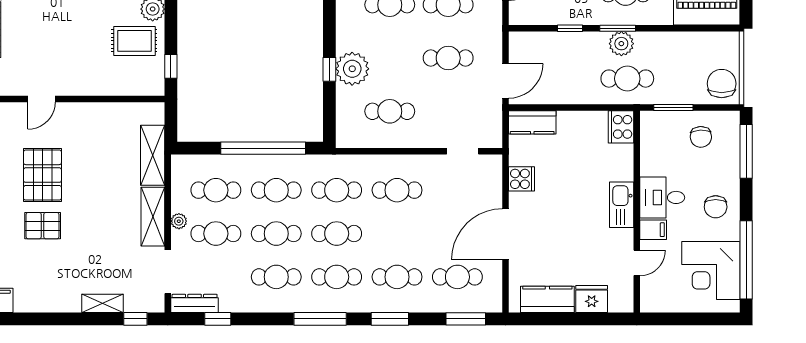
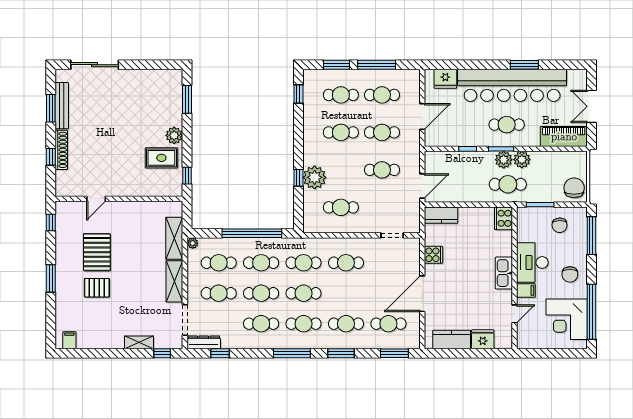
plant: (647, 43) -> (522, 160), added
desk: (662, 197) -> (532, 262), width x1.37
plant: (179, 221) -> (193, 243), moved

